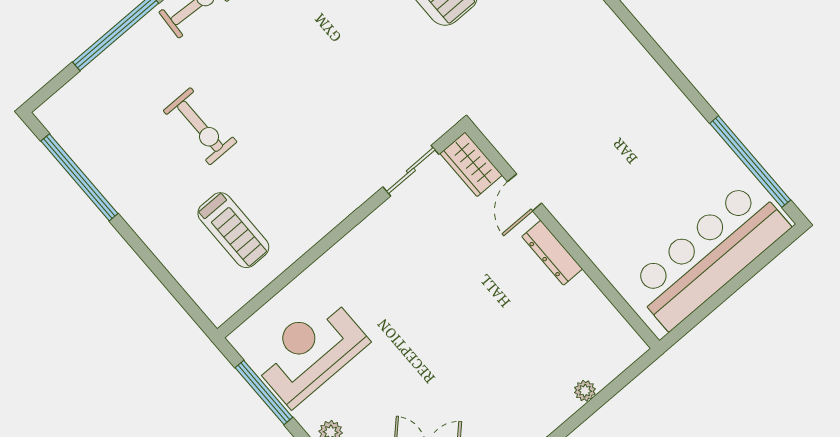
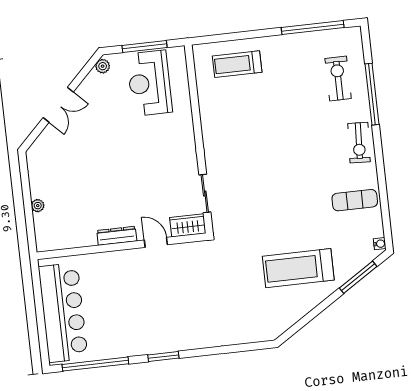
window: (676, 75) -> (163, 356), added
exercise bike: (200, 126) -> (338, 79), moved, turned 90
treadmill: (233, 230) -> (237, 64), moved
reception desk: (310, 351) -> (149, 83), turned 180

